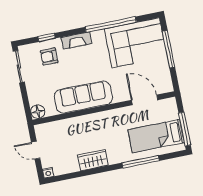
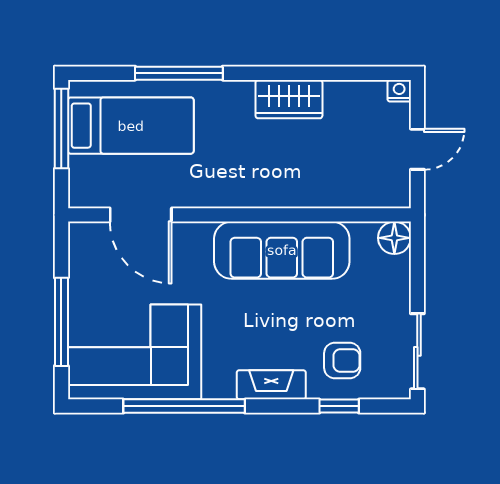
door: (36, 150) -> (417, 149), hinge flipped

